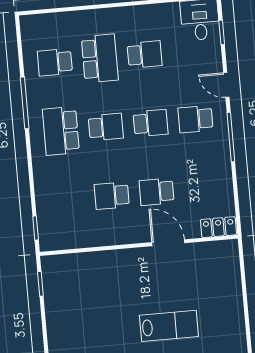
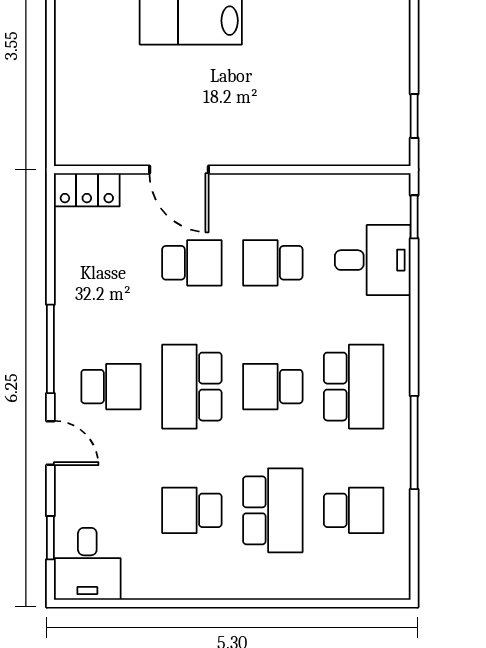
school desk: (100, 58) -> (273, 510), turned 180
school desk: (151, 123) -> (192, 387), width x1.85
school desk: (112, 196) -> (273, 263), turned 180
desk: (56, 202) -> (373, 260), added

